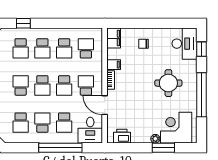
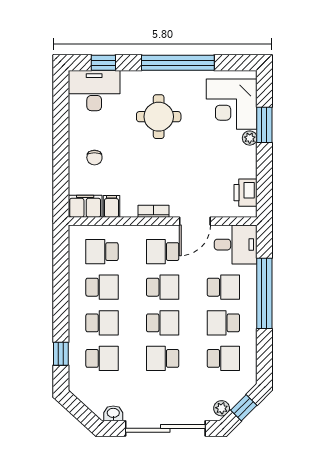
filing cabinet: (114, 65) -> (111, 206), moved

